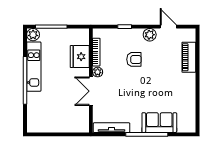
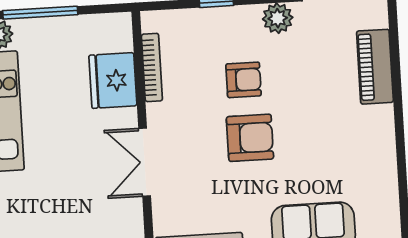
plant: (98, 72) -> (158, 115), removed
armchair: (135, 84) -> (250, 138), added

